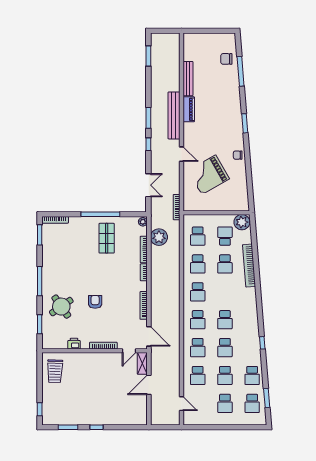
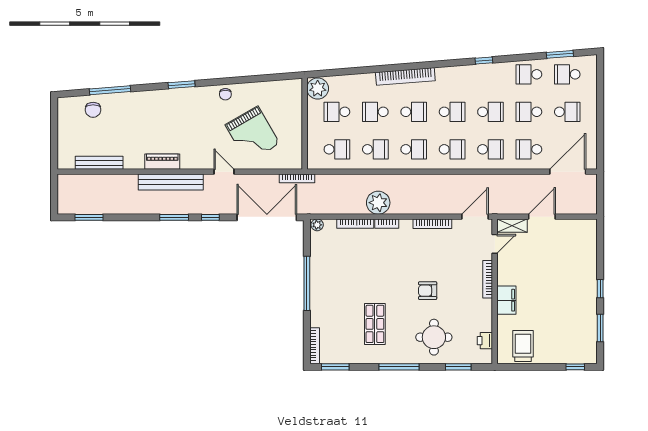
bench: (188, 79) -> (99, 163), moved
door: (181, 154) -> (224, 172), hinge flipped
double door: (148, 185) -> (267, 217), width x1.87
plant: (159, 237) -> (378, 203), moved
shop shelf: (107, 238) -> (375, 324), moved, turned 90
school desk: (225, 264) -> (375, 112), turned 180
bookcase: (249, 266) -> (405, 76), moved
school desk: (225, 292) -> (414, 112), added
round table: (61, 307) -> (434, 337), turned 35
printer: (74, 344) -> (485, 341), moved
door: (129, 351) -> (495, 244), hinge flipped
filing cabinet: (88, 359) -> (506, 300), added
trolley: (55, 371) -> (523, 346), turned -92
school desk: (198, 375) -> (529, 149), turned 180
school desk: (225, 375) -> (529, 112), turned 180
school desk: (252, 375) -> (529, 74), turned 180
door: (149, 385) -> (542, 217), swing flipped
school desk: (252, 403) -> (567, 74), turned 180
door: (181, 404) -> (568, 172), width x1.87

